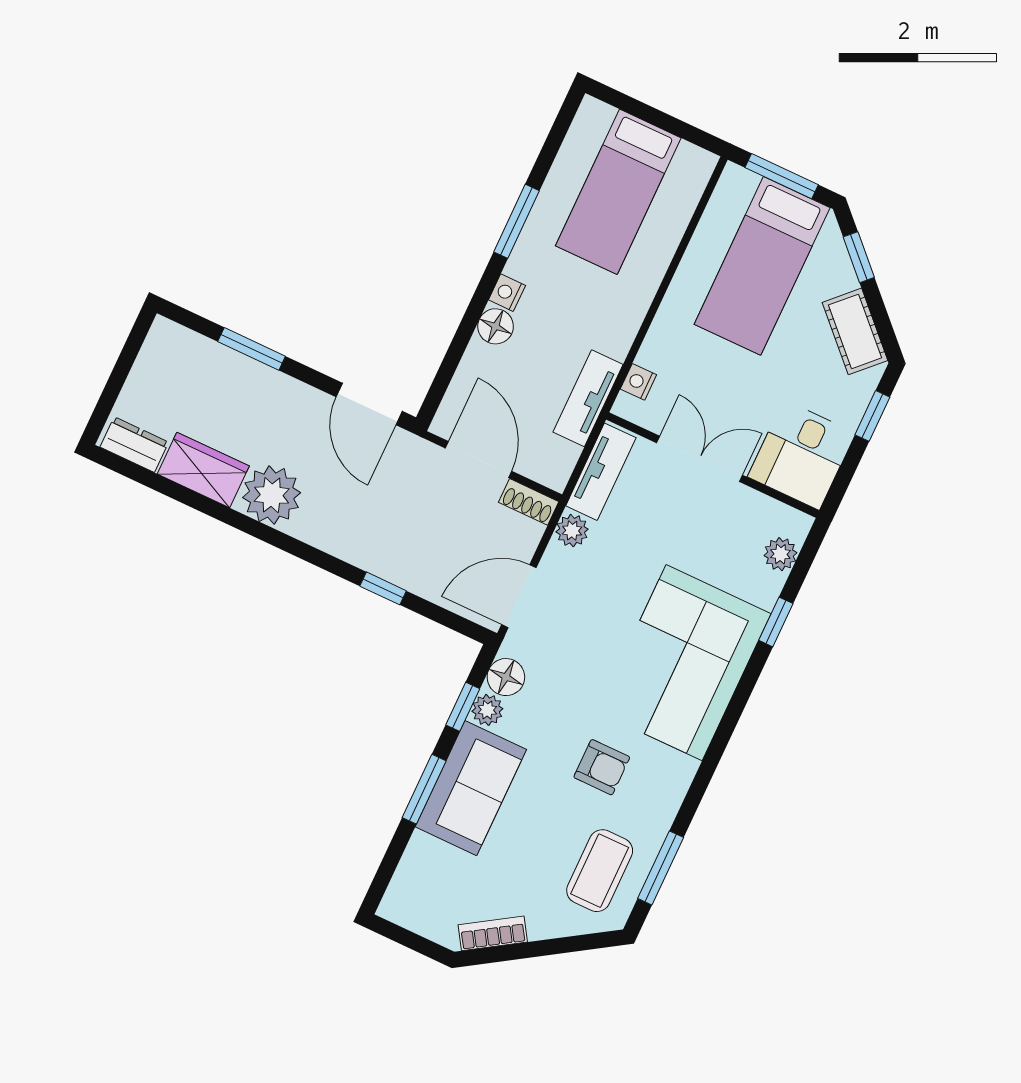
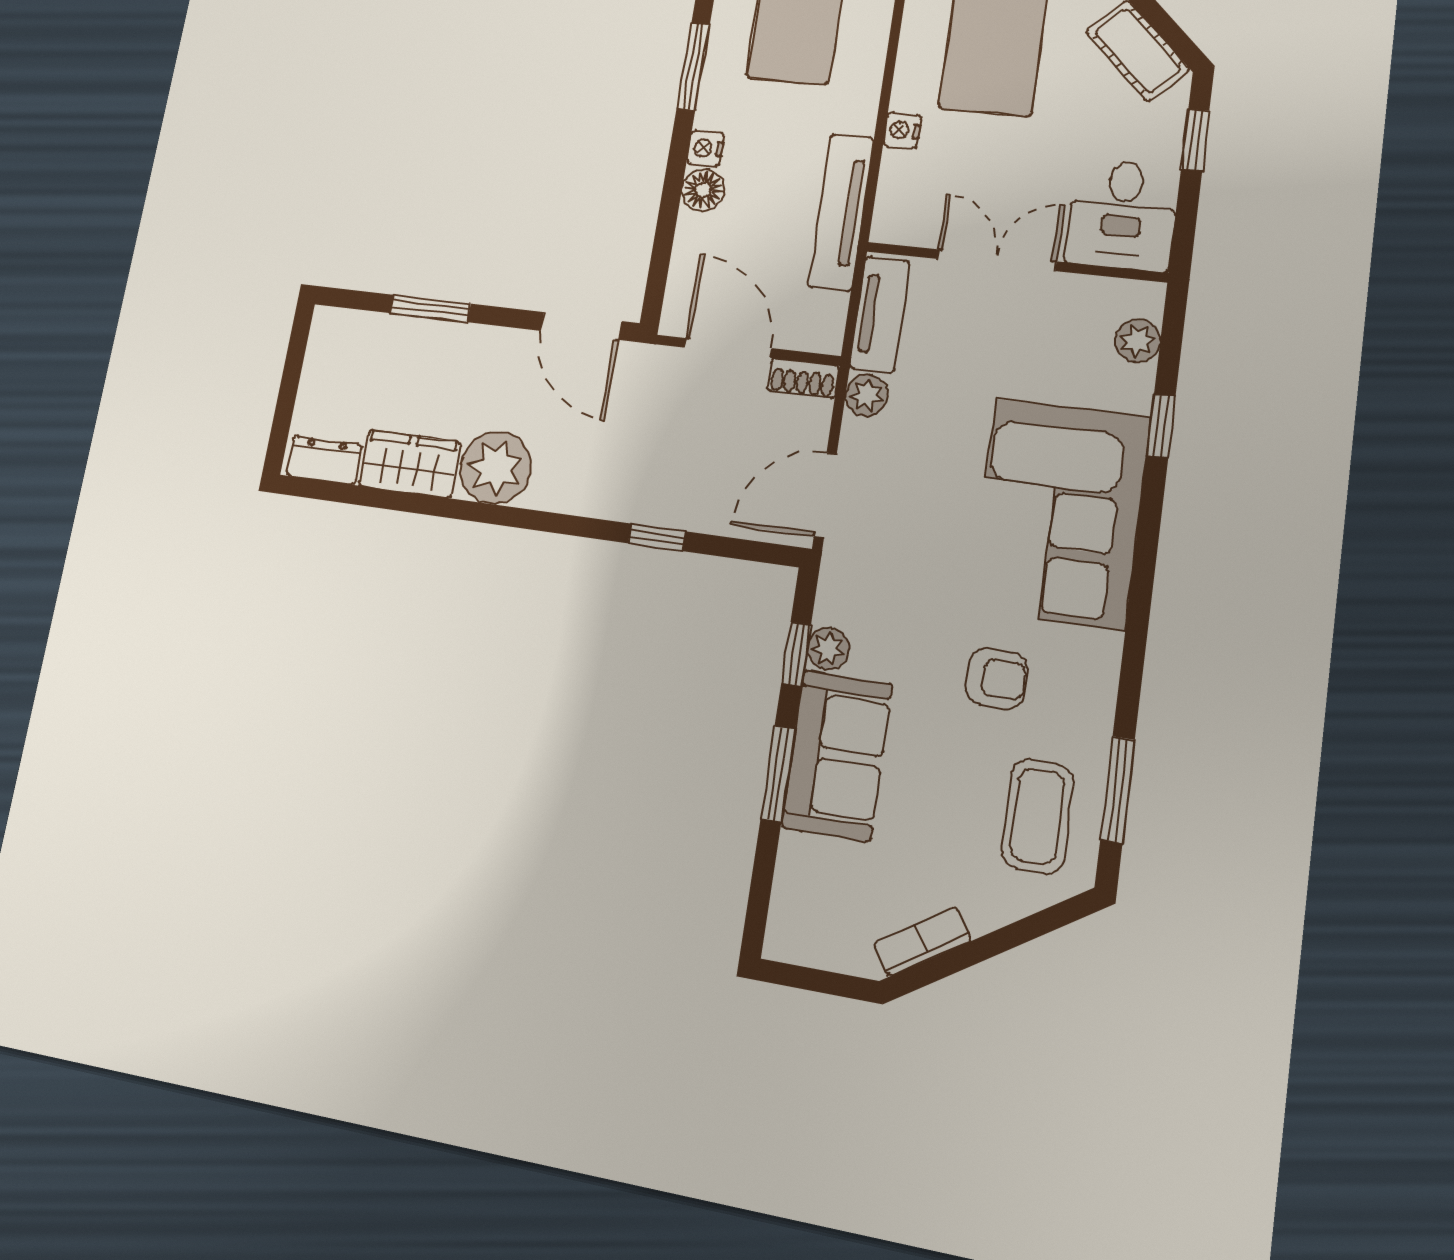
nightstand: (638, 382) -> (902, 130), moved
tv unit: (588, 398) -> (841, 212), width x1.41
floor lamp: (506, 677) -> (839, 600), removed

